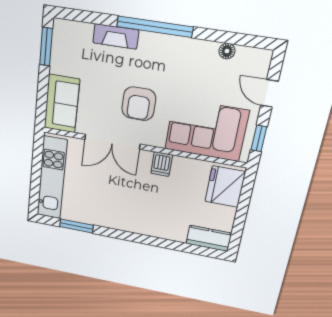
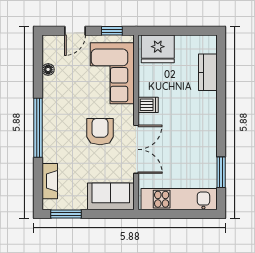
fireplace: (116, 36) -> (50, 181), moved
armchair: (139, 104) -> (100, 132), turned -90
kitchen counter: (209, 238) -> (208, 72), moved

